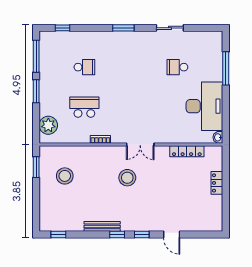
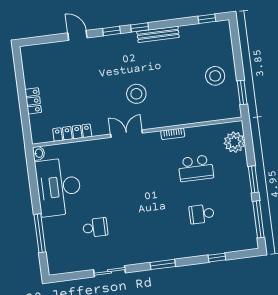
window: (62, 28) -> (217, 258), moved
stool: (65, 176) -> (215, 76), moved

